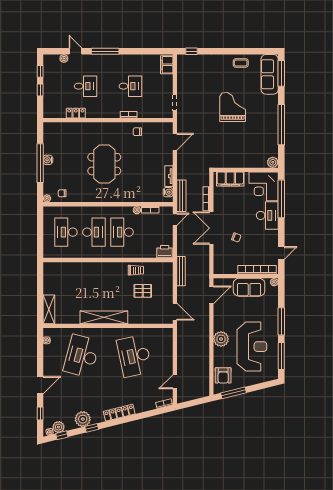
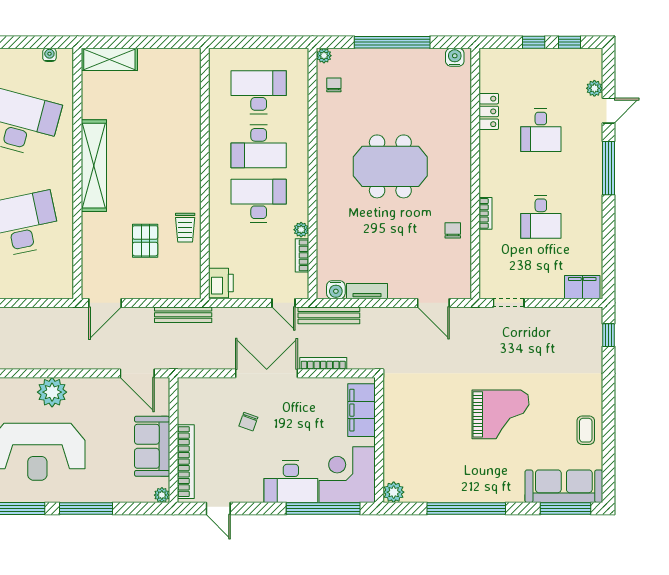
water cooler: (48, 160) -> (455, 57), moved

